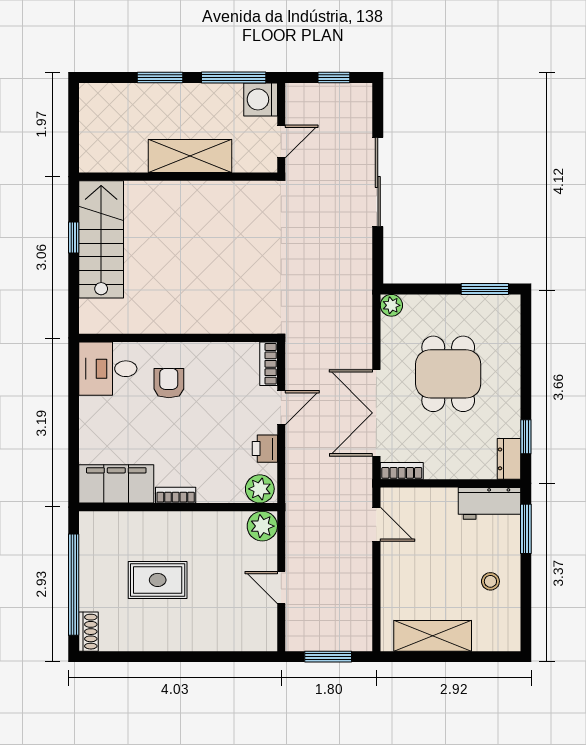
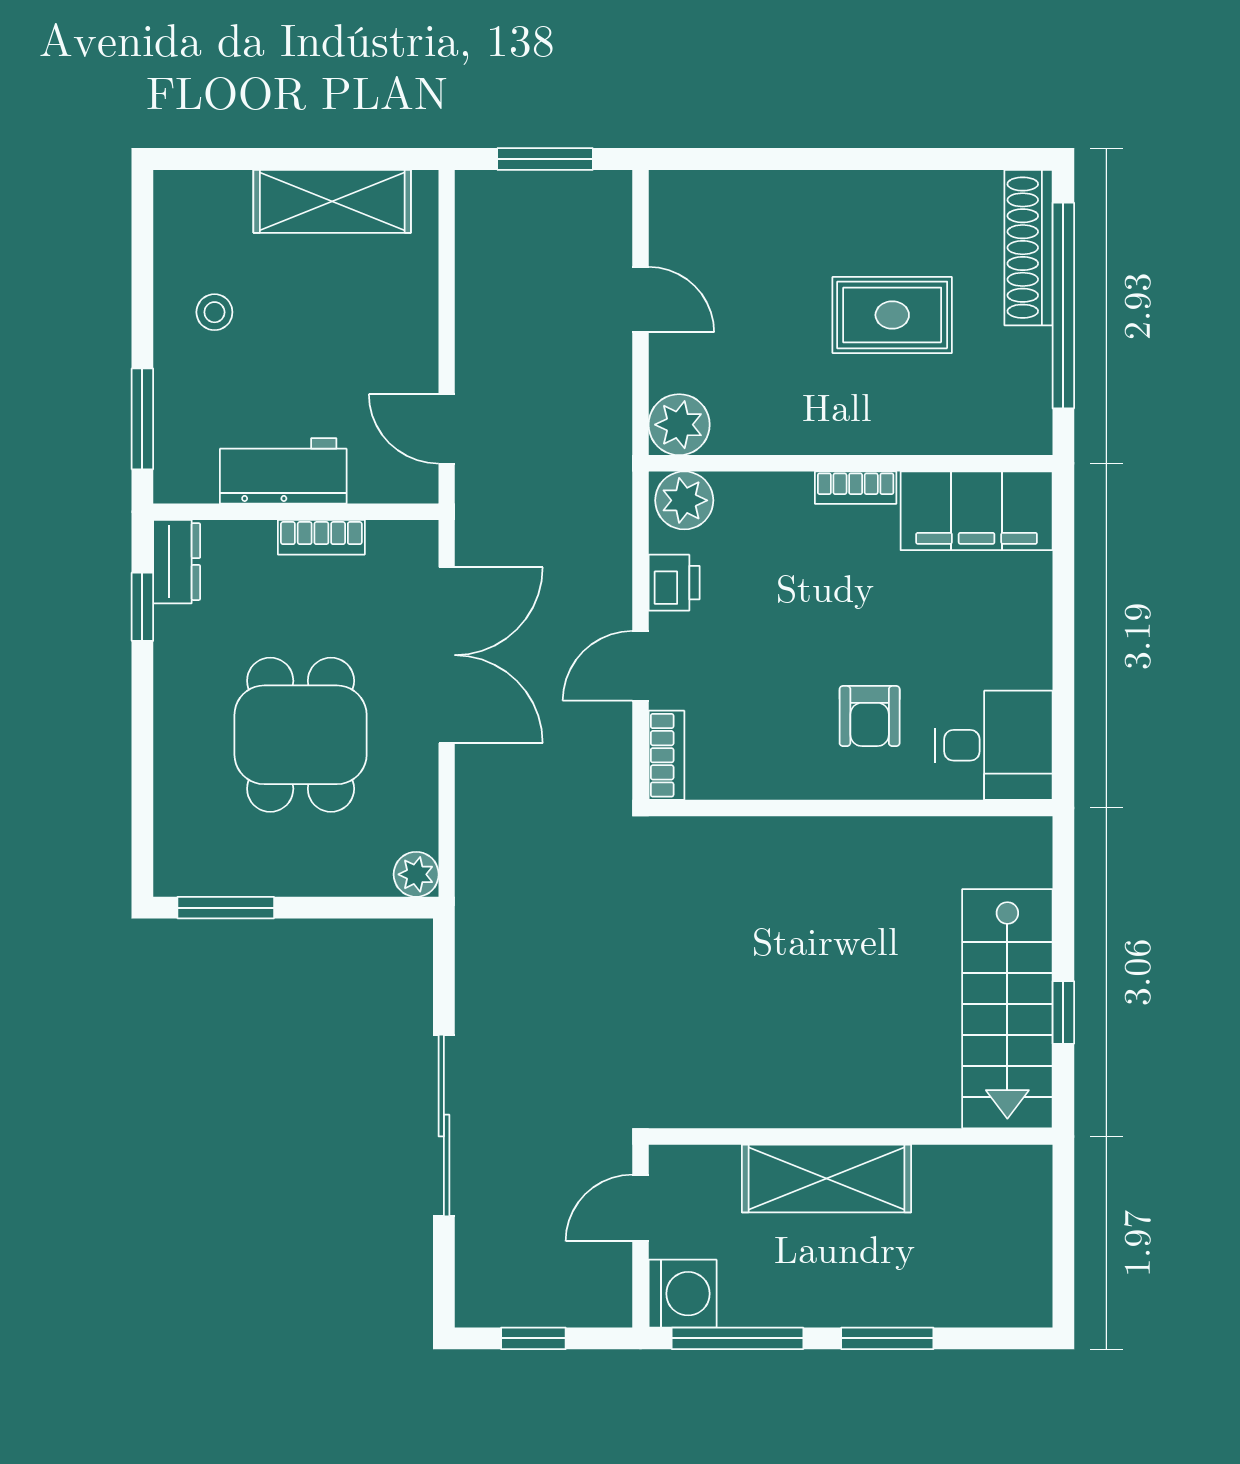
bookcase: (402, 471) -> (321, 537), moved
workbench: (489, 503) -> (283, 471), moved
shoe rack: (89, 632) -> (1028, 248), width x1.94, depth x1.24

